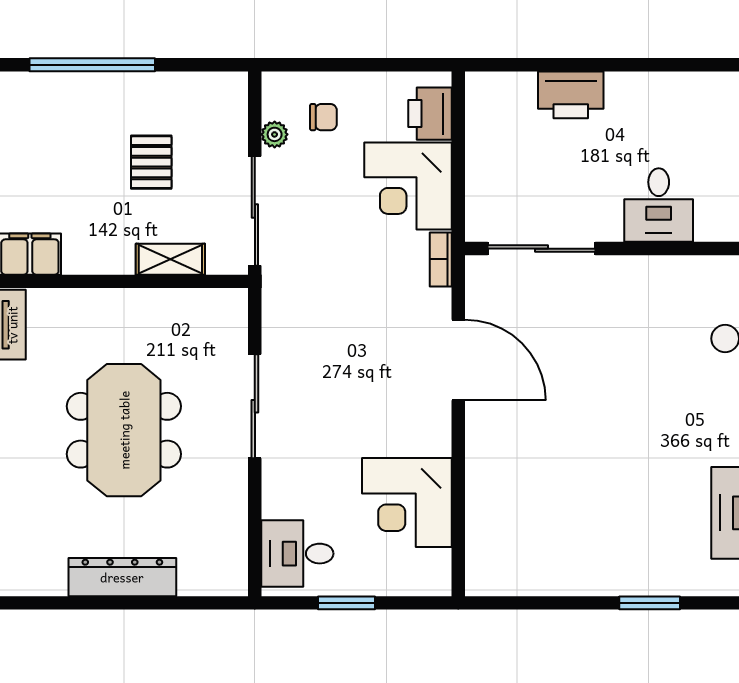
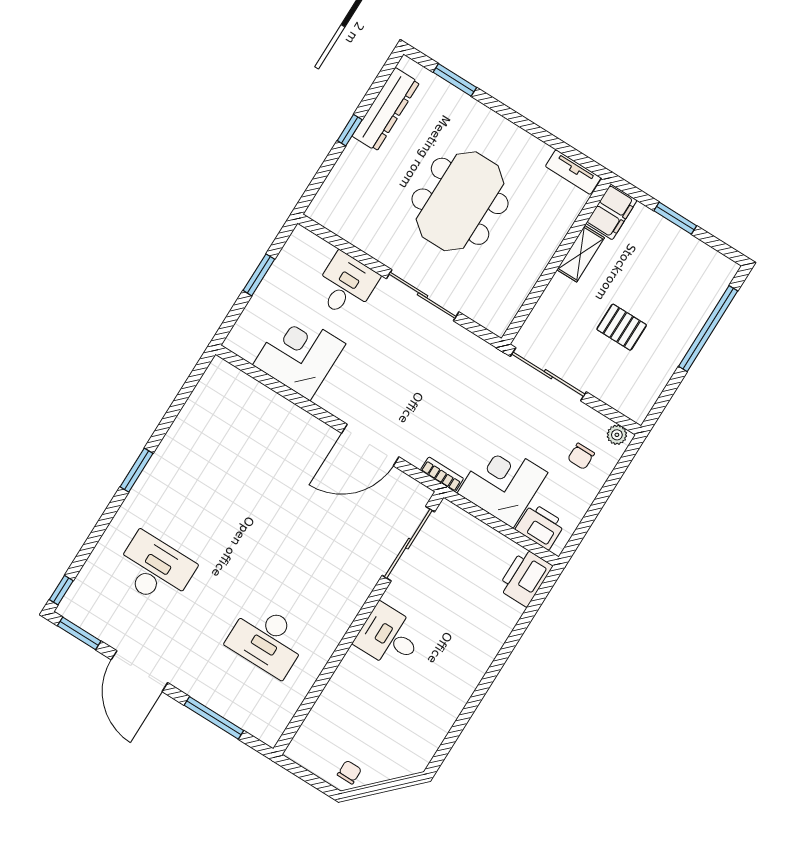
printer: (571, 95) -> (525, 577), moved
plant: (275, 134) -> (617, 435), moved
shelving: (170, 259) -> (581, 254), moved
meeting table: (124, 430) -> (460, 201), turned 90
desk: (297, 554) -> (346, 285), moved
dresser: (122, 577) -> (386, 109), moved
window: (122, 603) -> (350, 130), added

